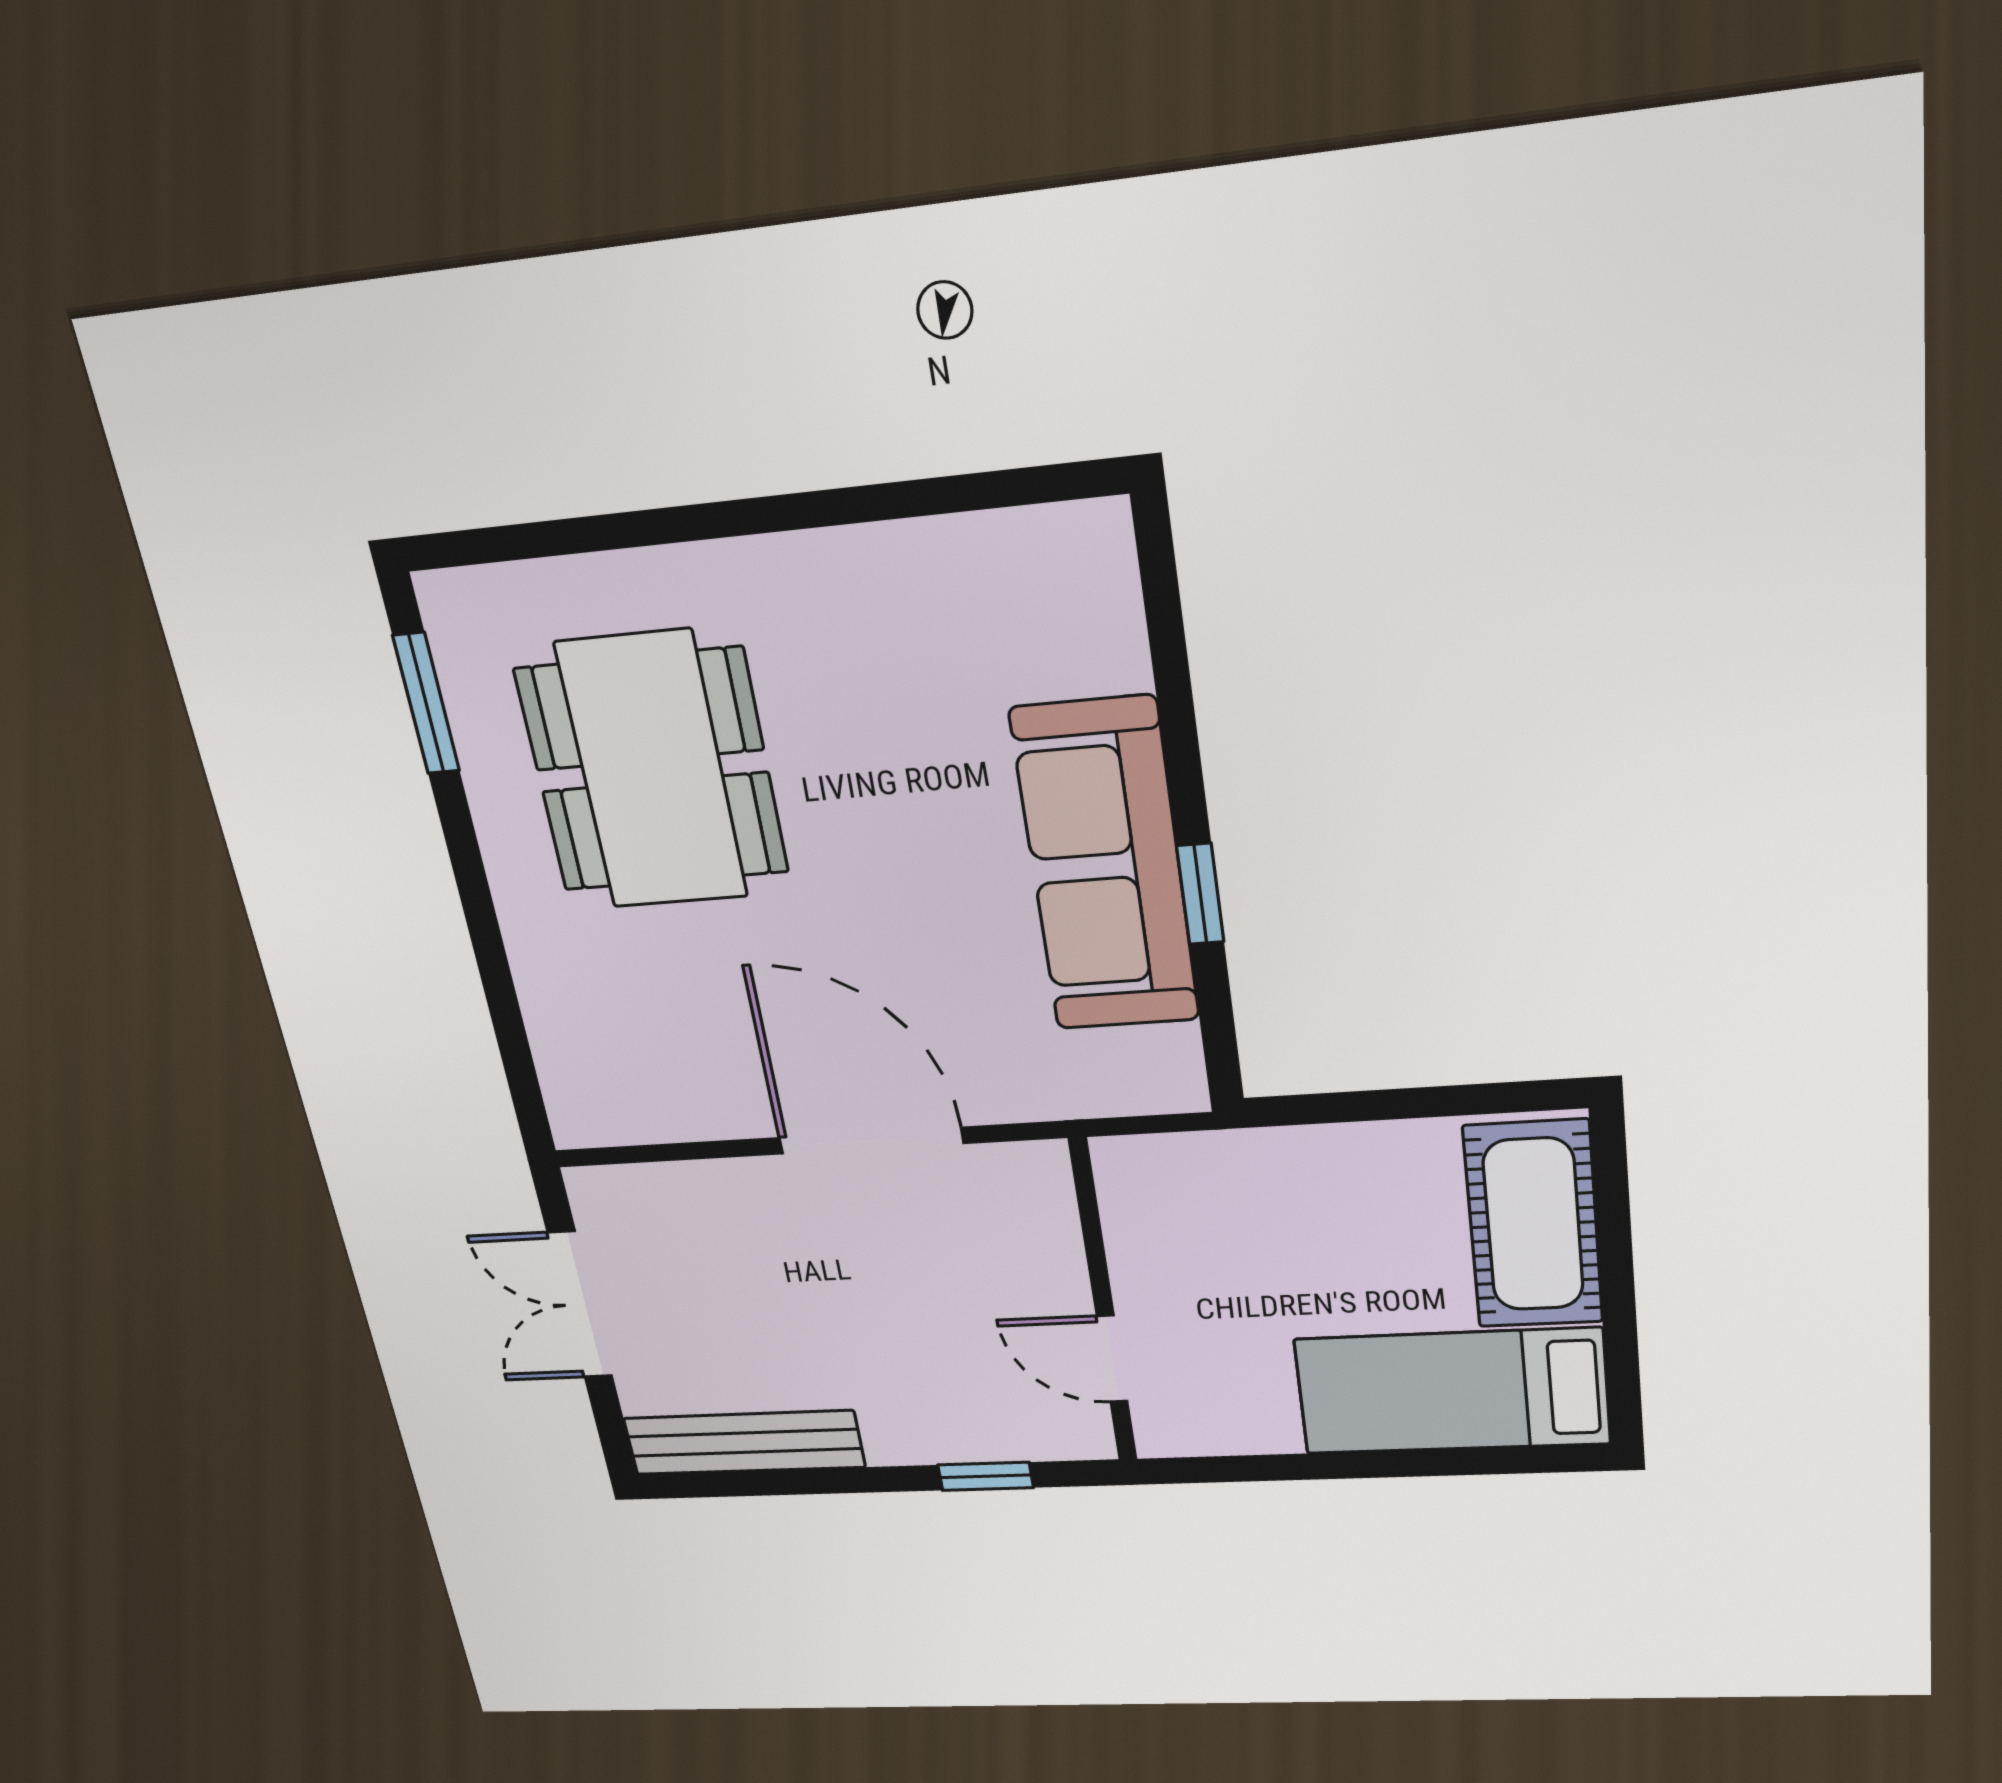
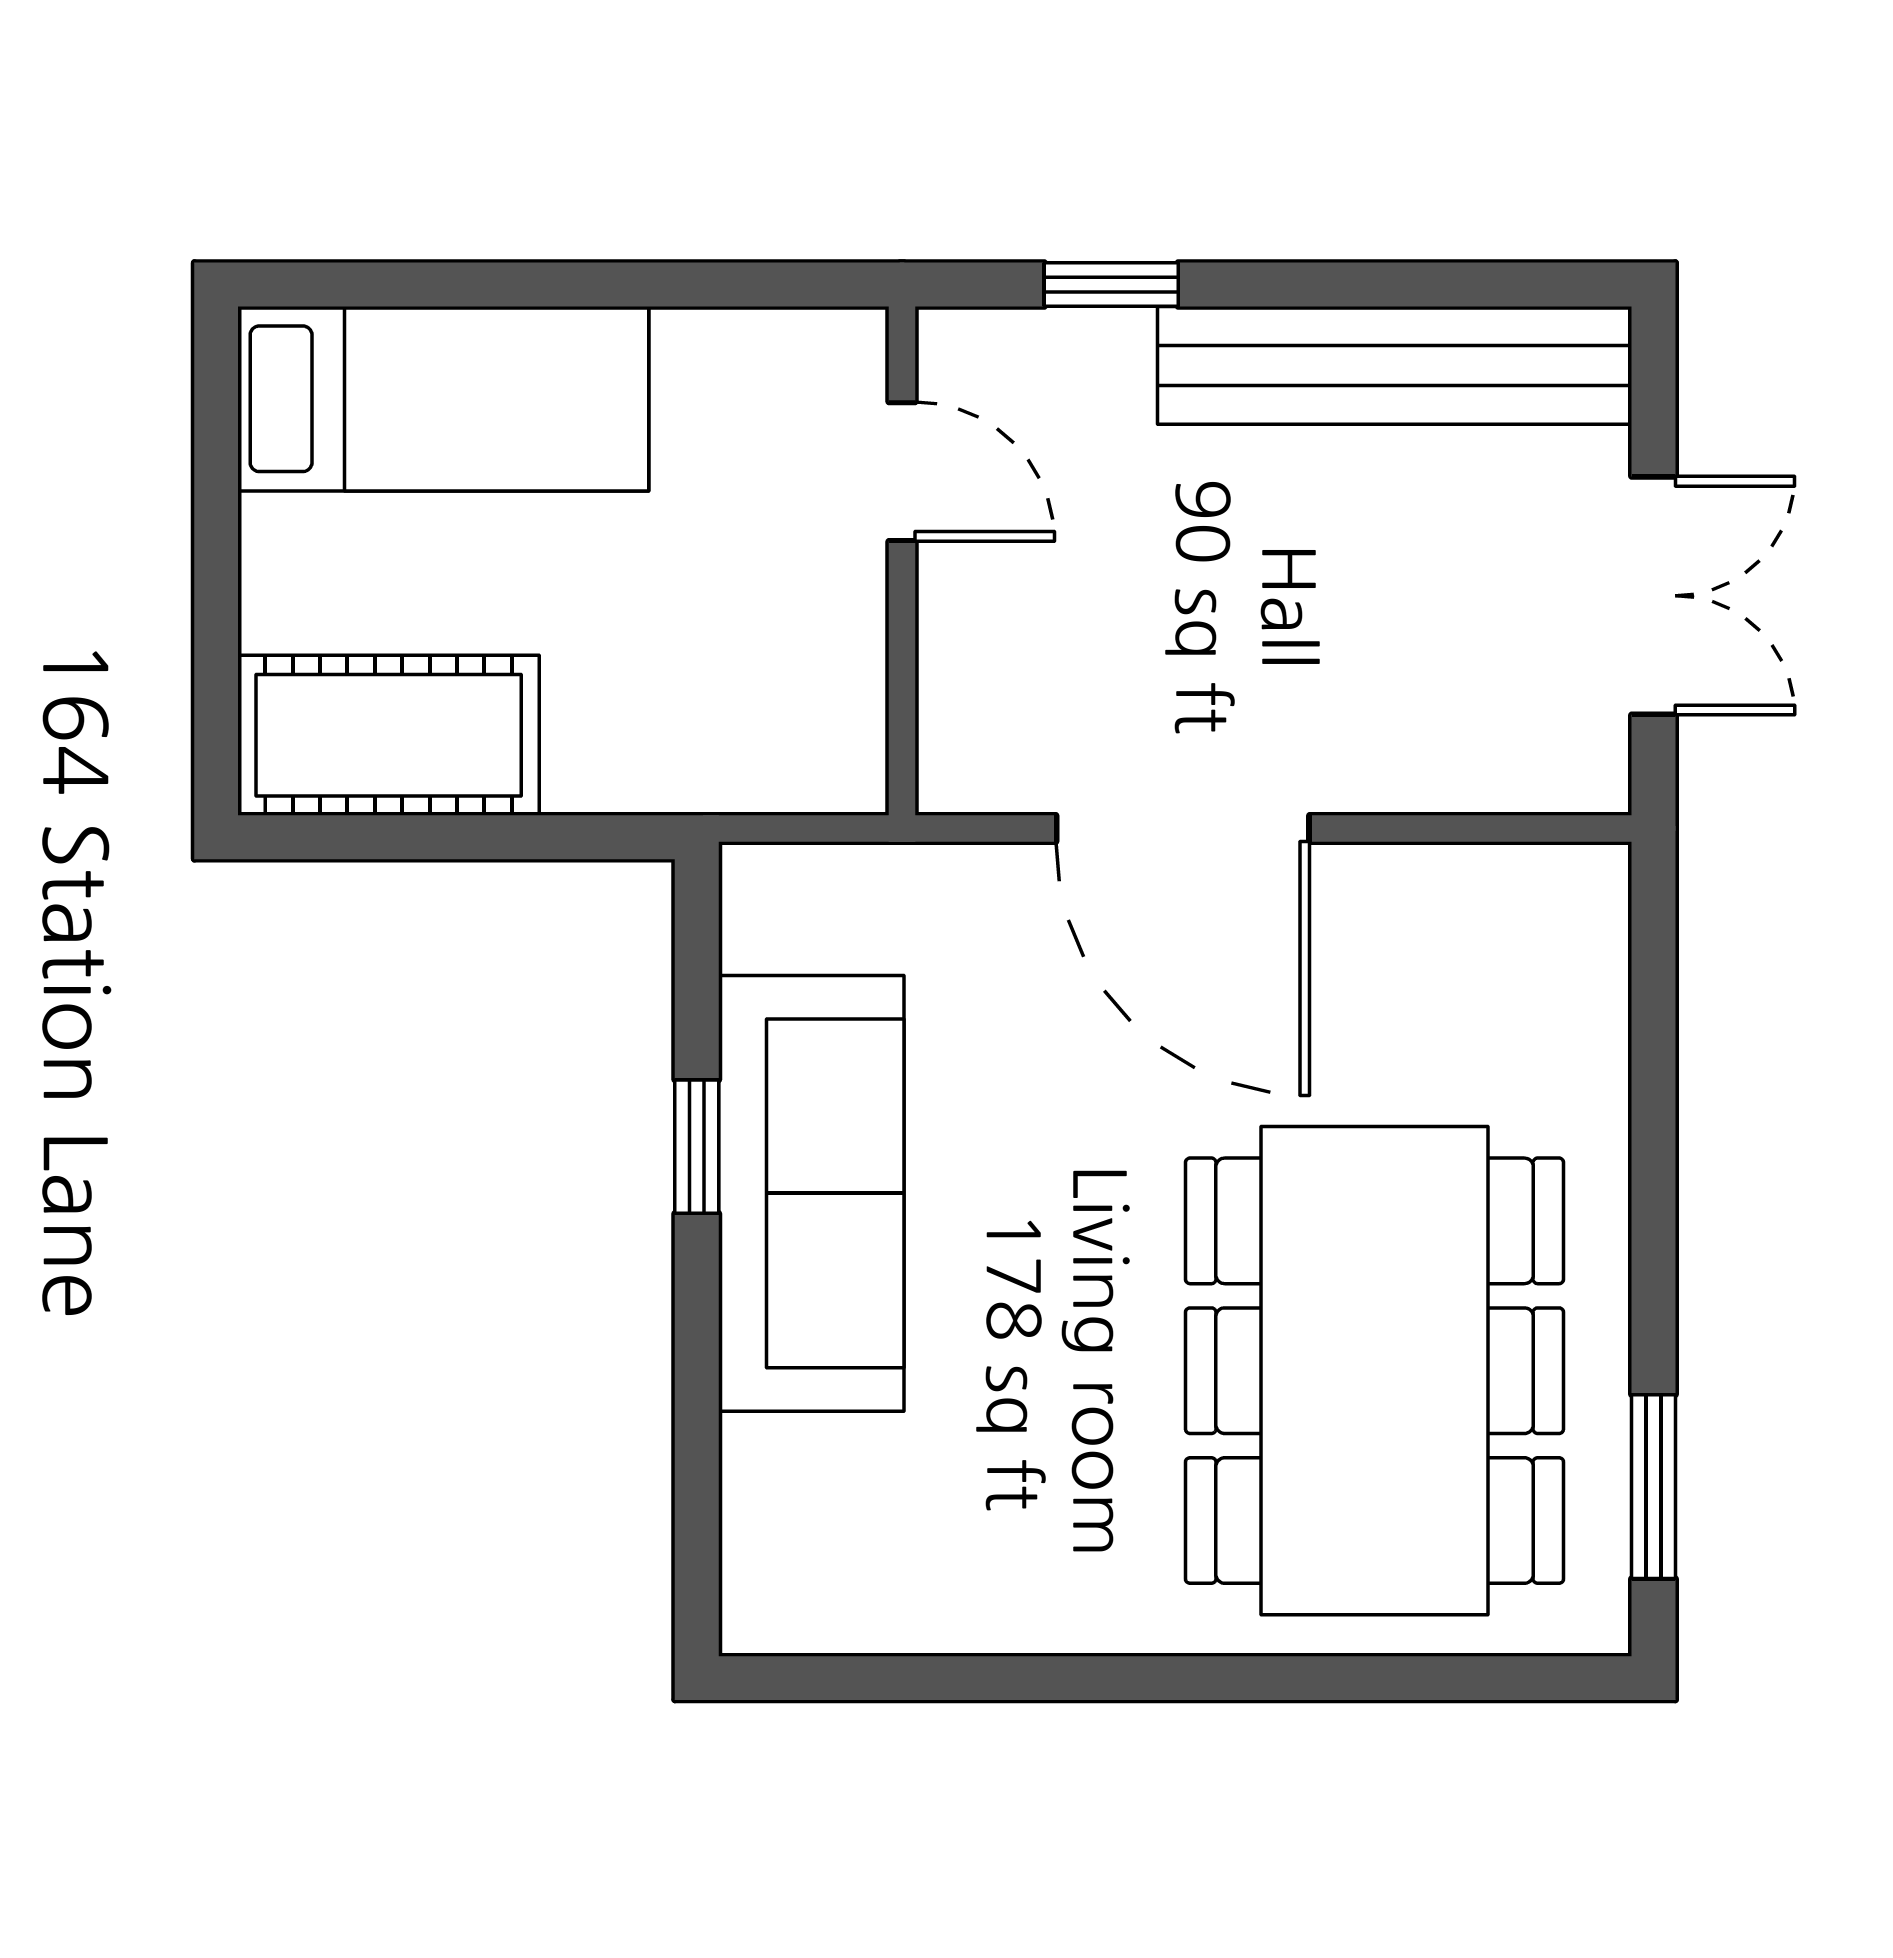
dining table: (652, 771) -> (1375, 1371), width x1.36, depth x1.24
cot: (1533, 1225) -> (389, 735), moved, turned 90
bench: (744, 1443) -> (1395, 365), width x1.37, depth x1.21

